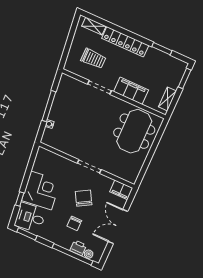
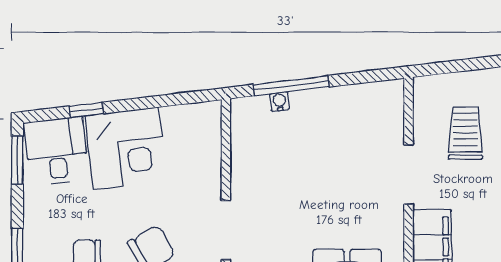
trolley: (93, 59) -> (465, 133), turned 180
window: (49, 106) -> (291, 86), moved

